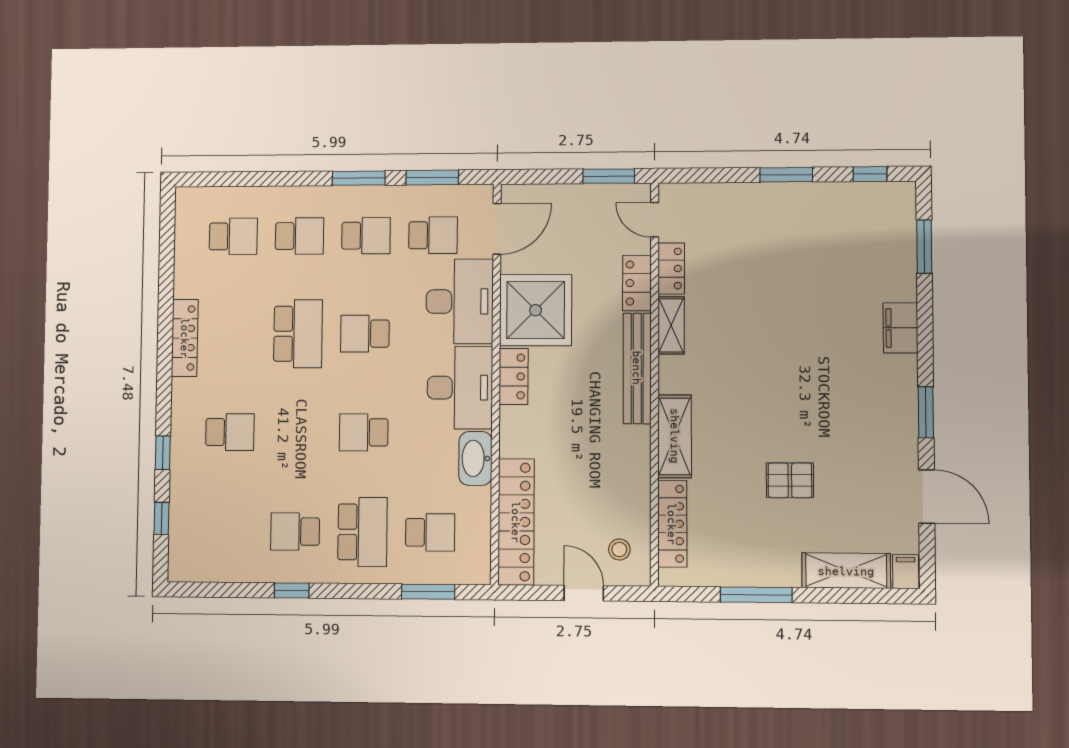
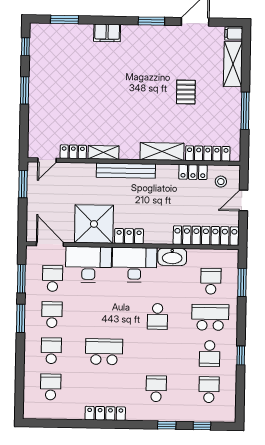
locker: (637, 283) -> (193, 172), moved
school desk: (365, 334) -> (209, 390), moved, turned 180

